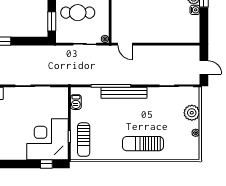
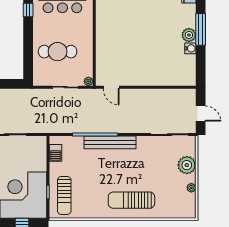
window: (52, 21) -> (28, 62), removed

